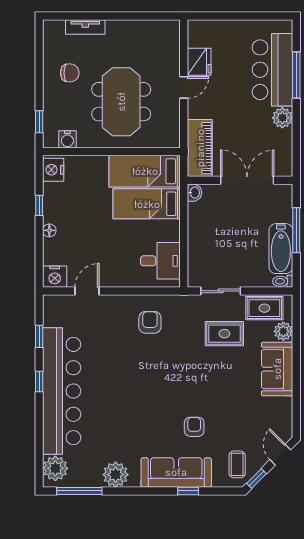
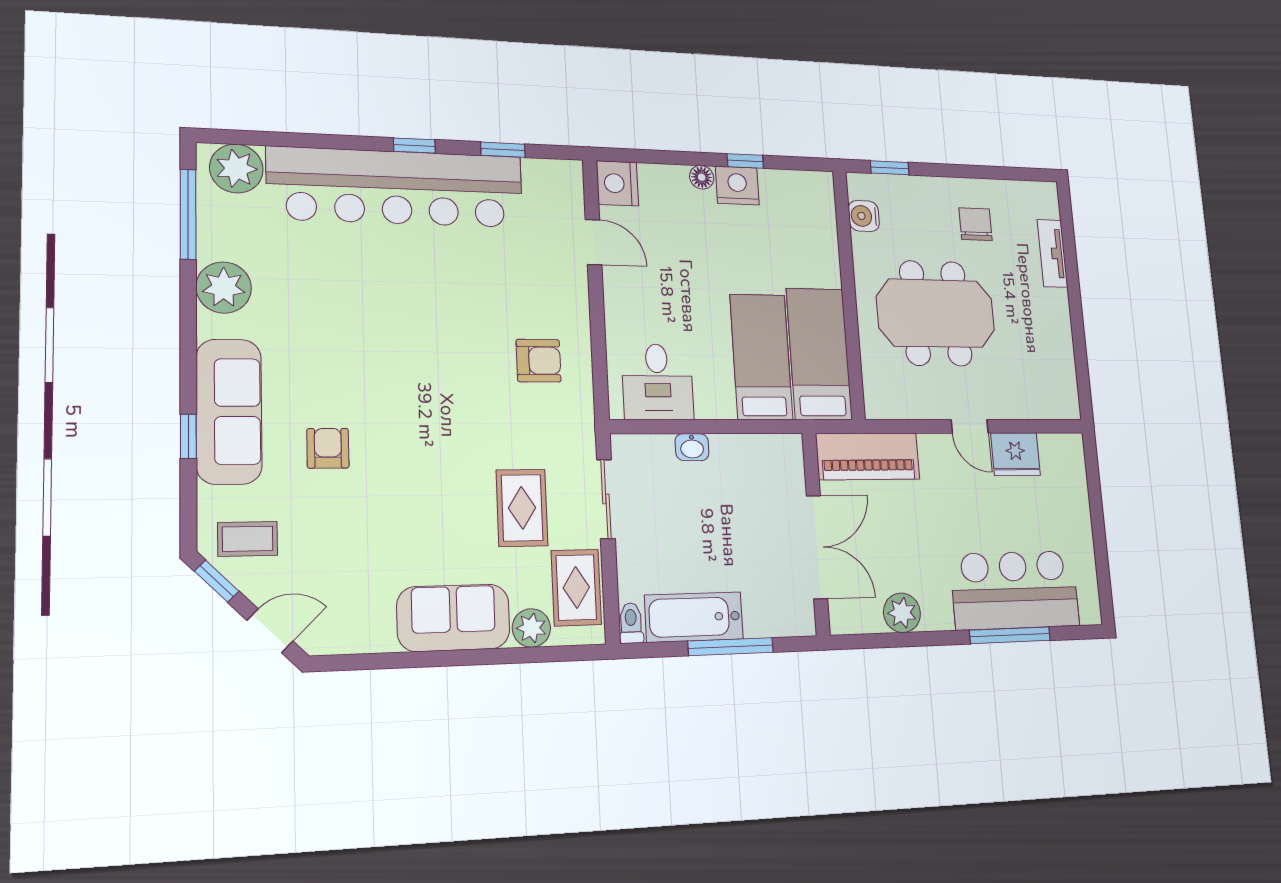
chair: (70, 73) -> (976, 224), turned 180
plant: (282, 118) -> (902, 613), moved
nightstand: (53, 170) -> (737, 186), moved
washbasin: (194, 193) -> (692, 447), moved
armchair: (194, 427) -> (328, 448), turned -90

